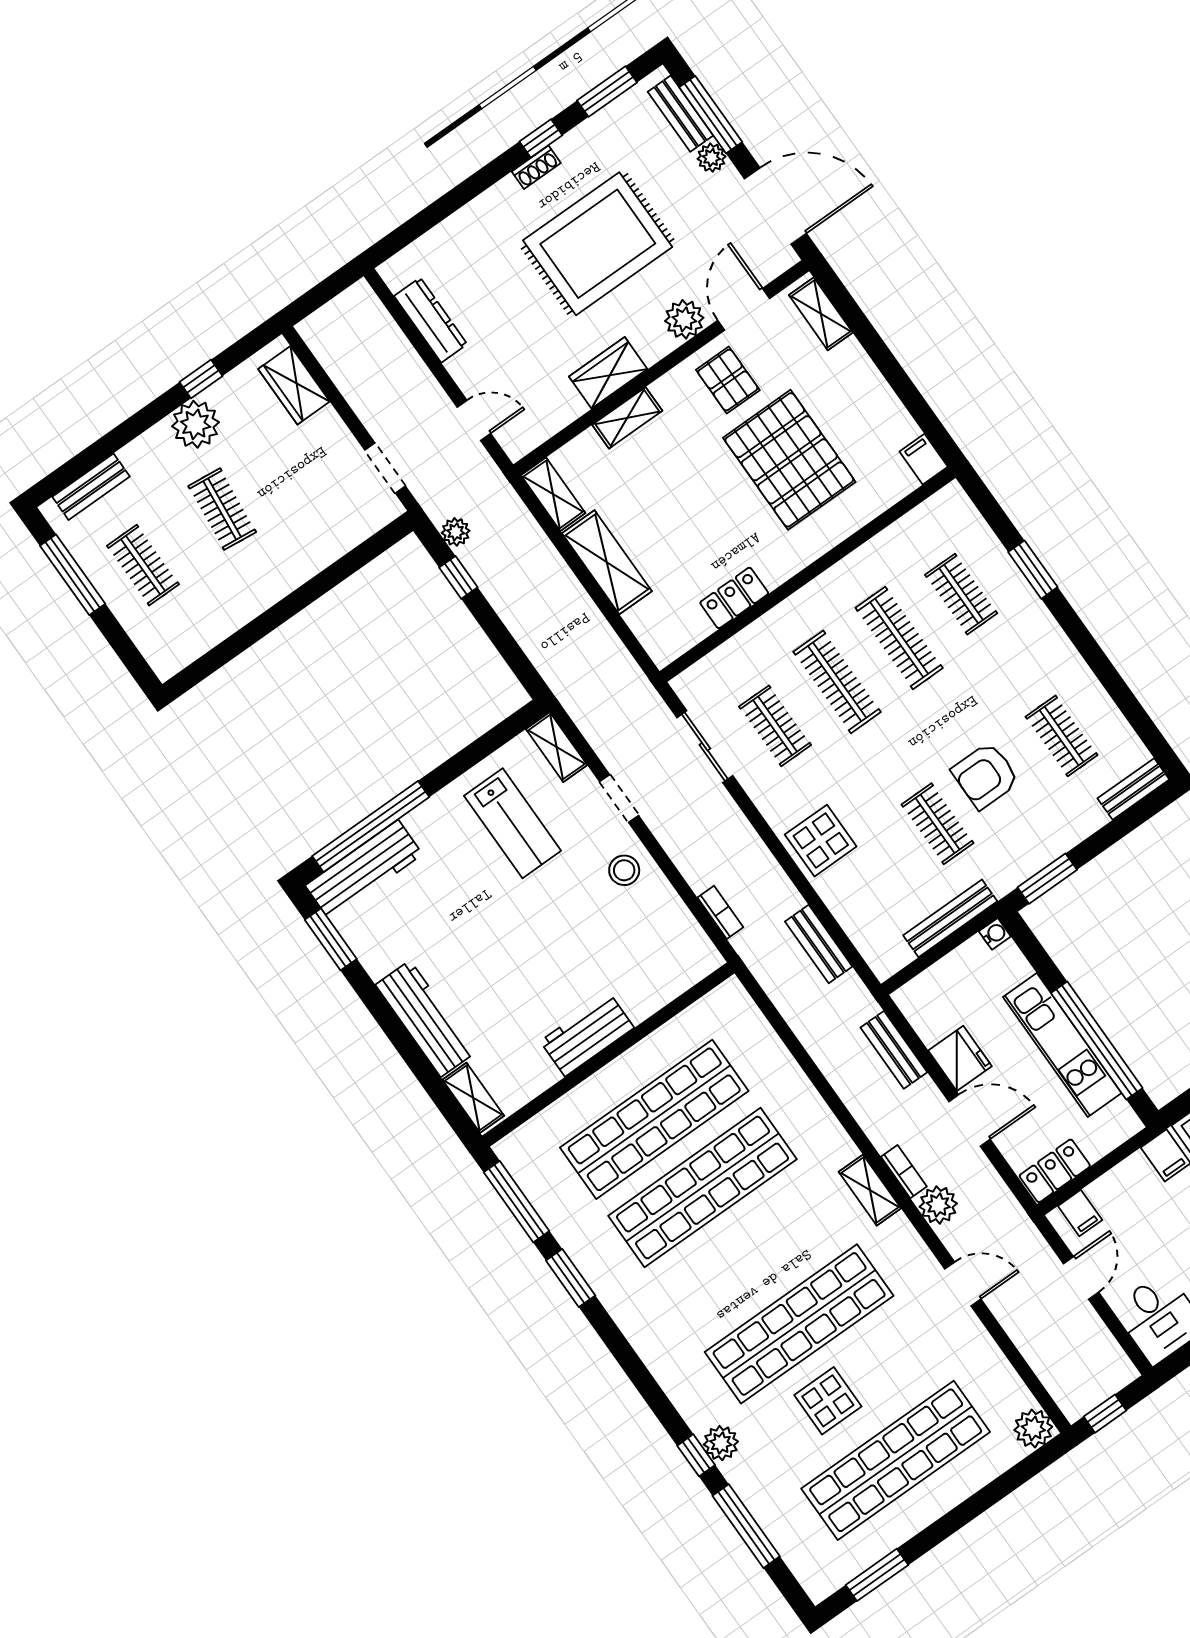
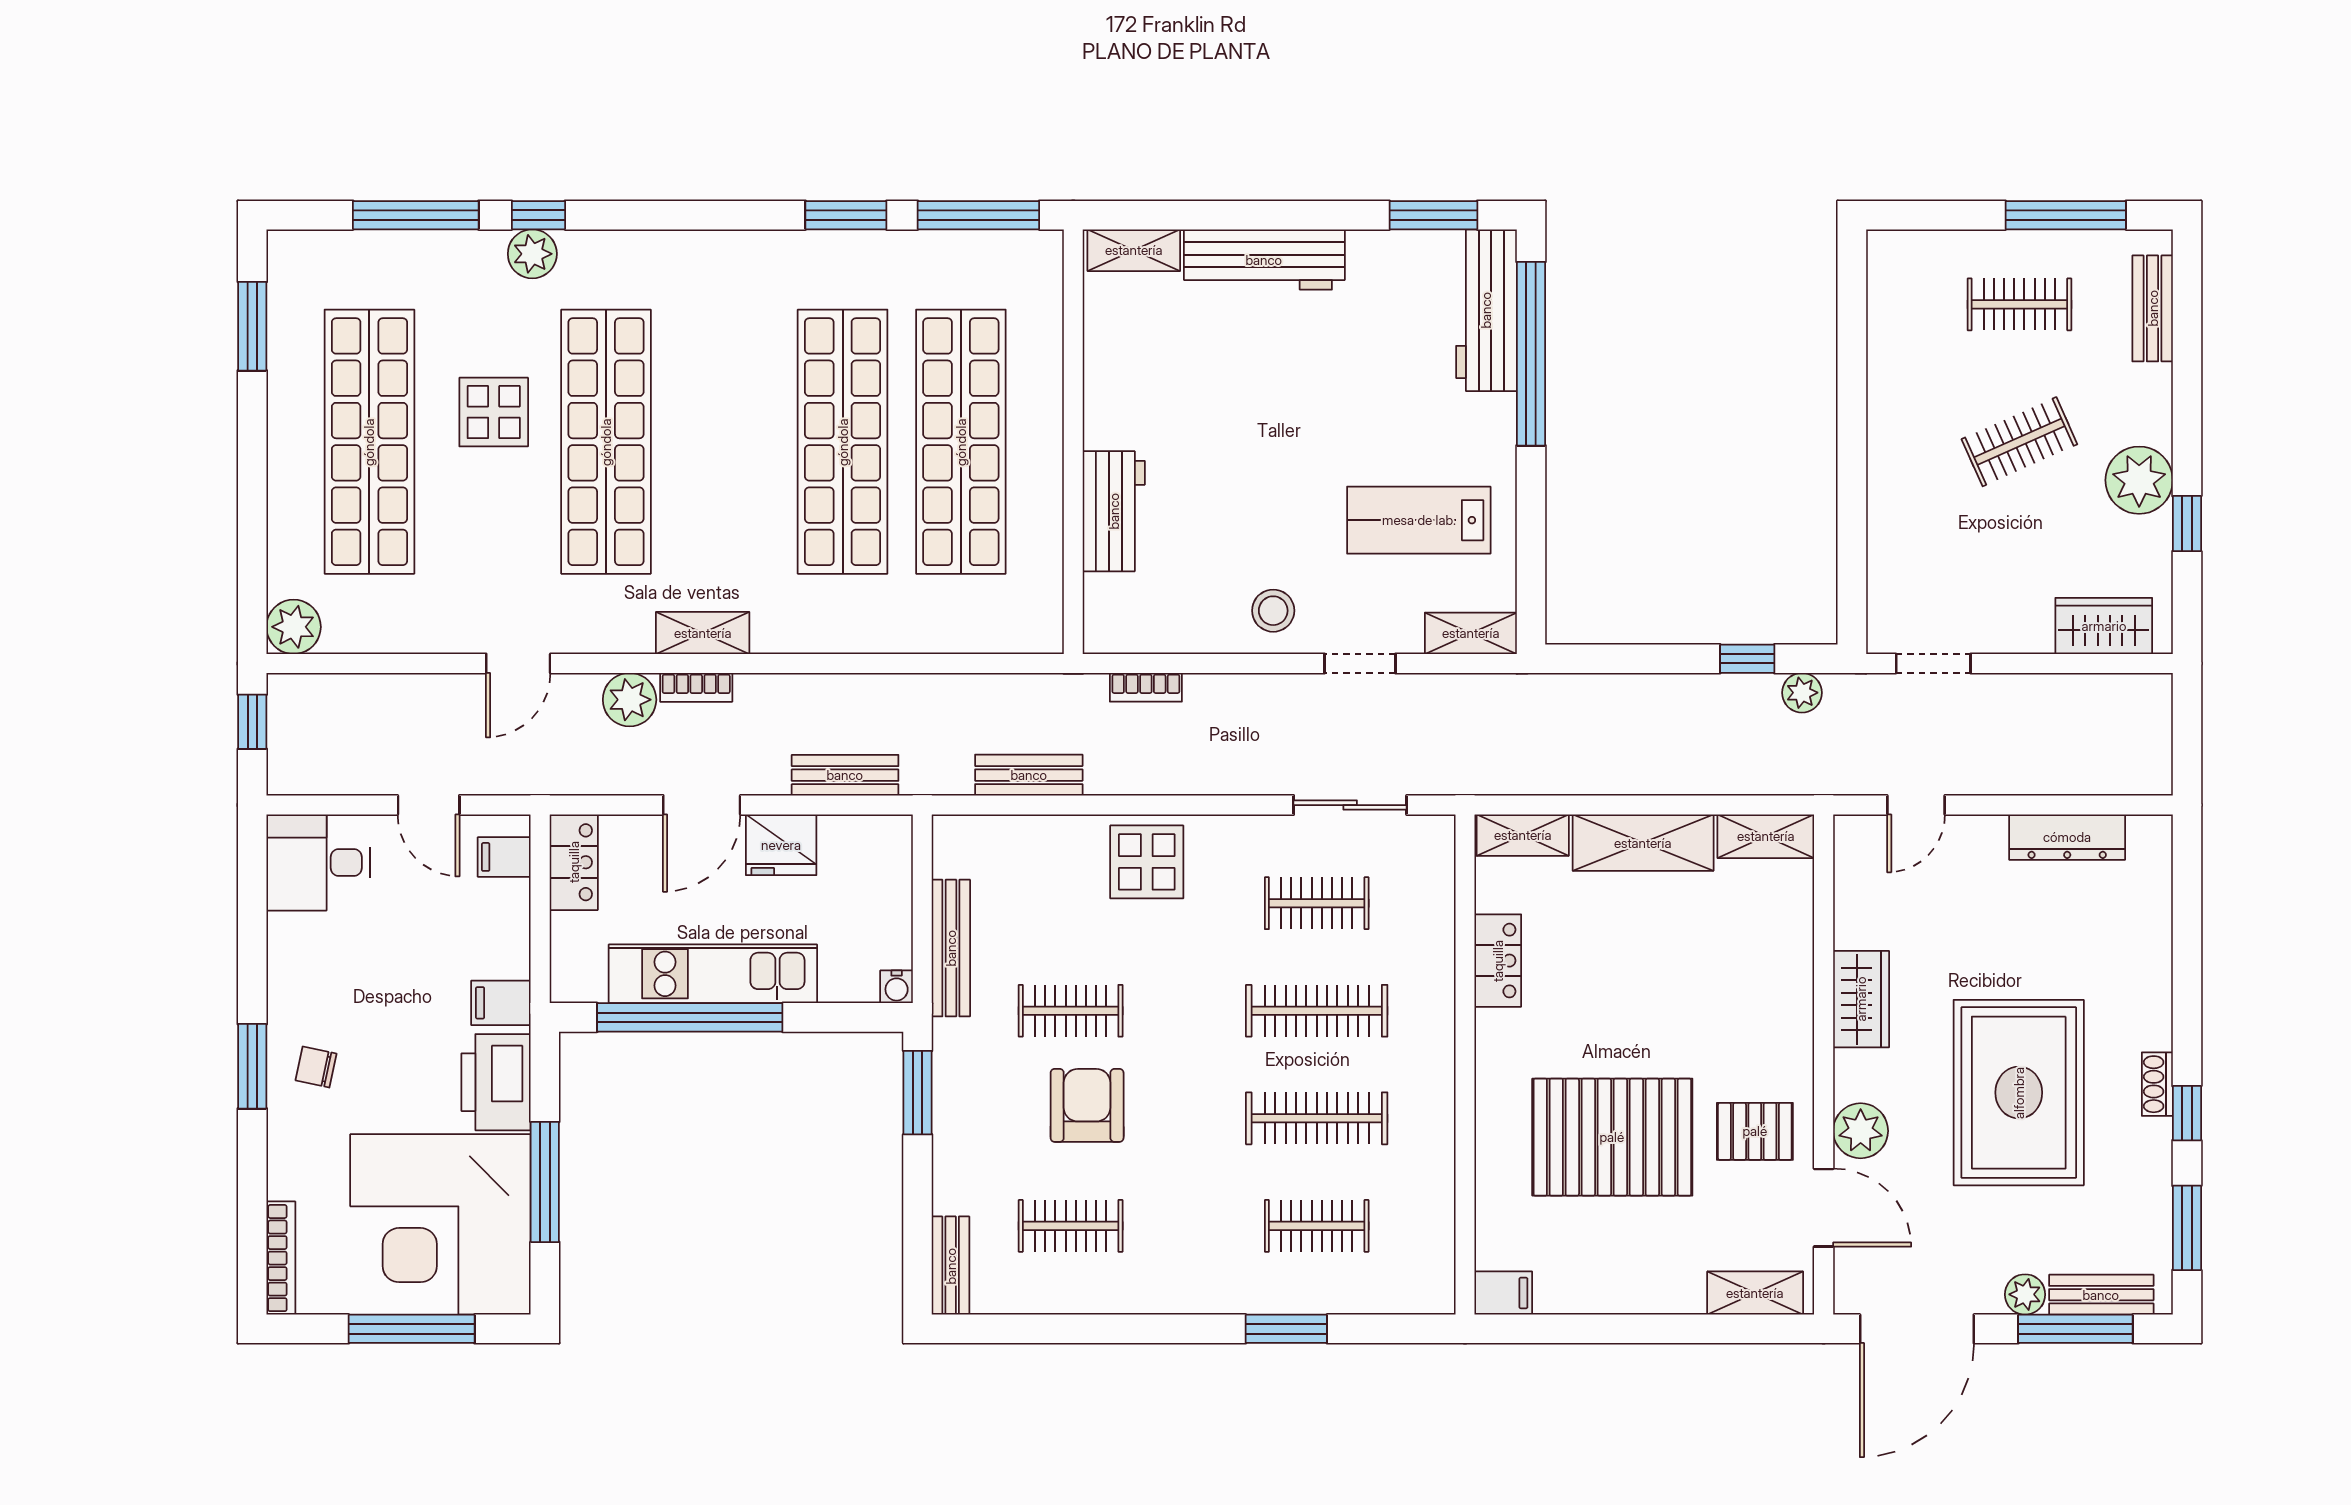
shelving: (627, 418) -> (1523, 835), moved, turned 90
clothes rail: (222, 509) -> (2019, 442), turned -30
workbench: (587, 1034) -> (1114, 511), moved

